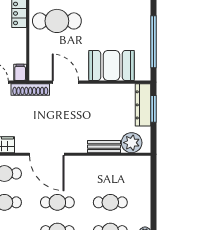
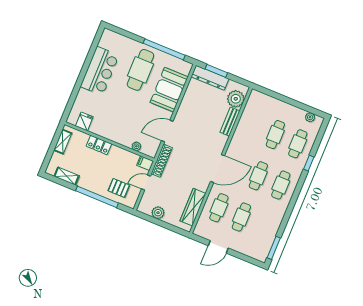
cafe table: (57, 21) -> (140, 70), moved
plant: (35, 55) -> (136, 146), added

